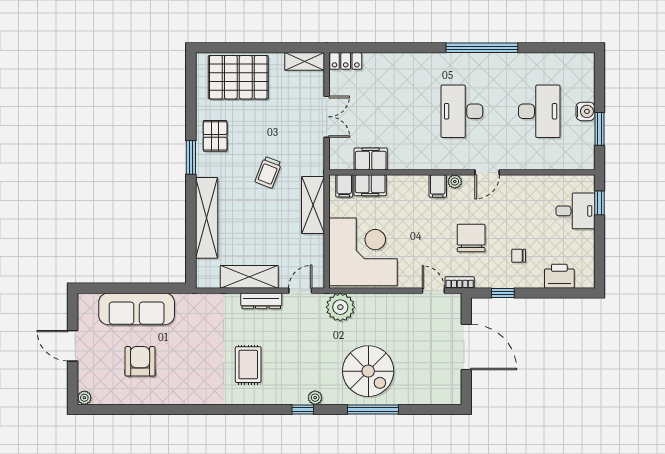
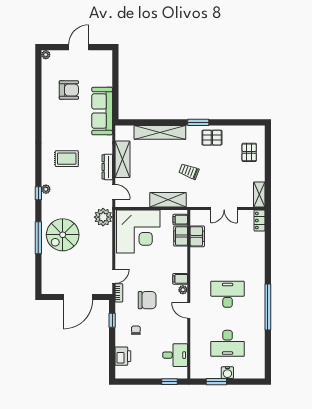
pallet: (238, 77) -> (249, 152), width x0.49, depth x0.50
desk: (575, 211) -> (175, 355), moved, turned -90
sofa: (137, 309) -> (102, 111), moved
plant: (315, 398) -> (46, 189), moved

